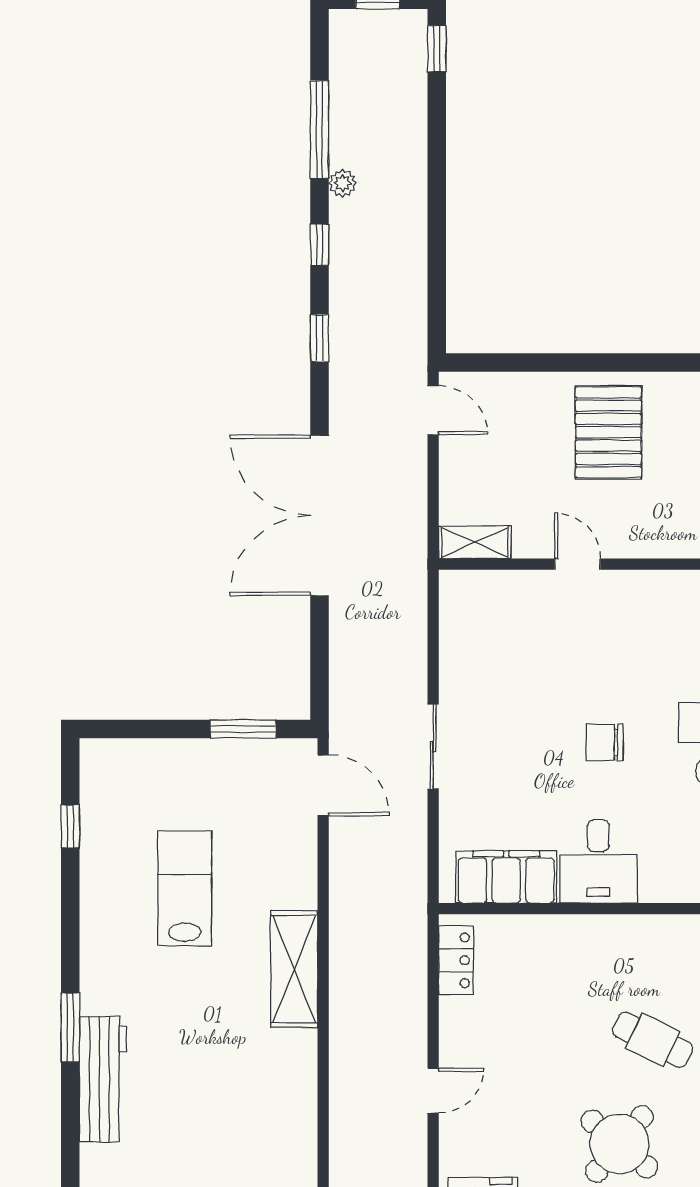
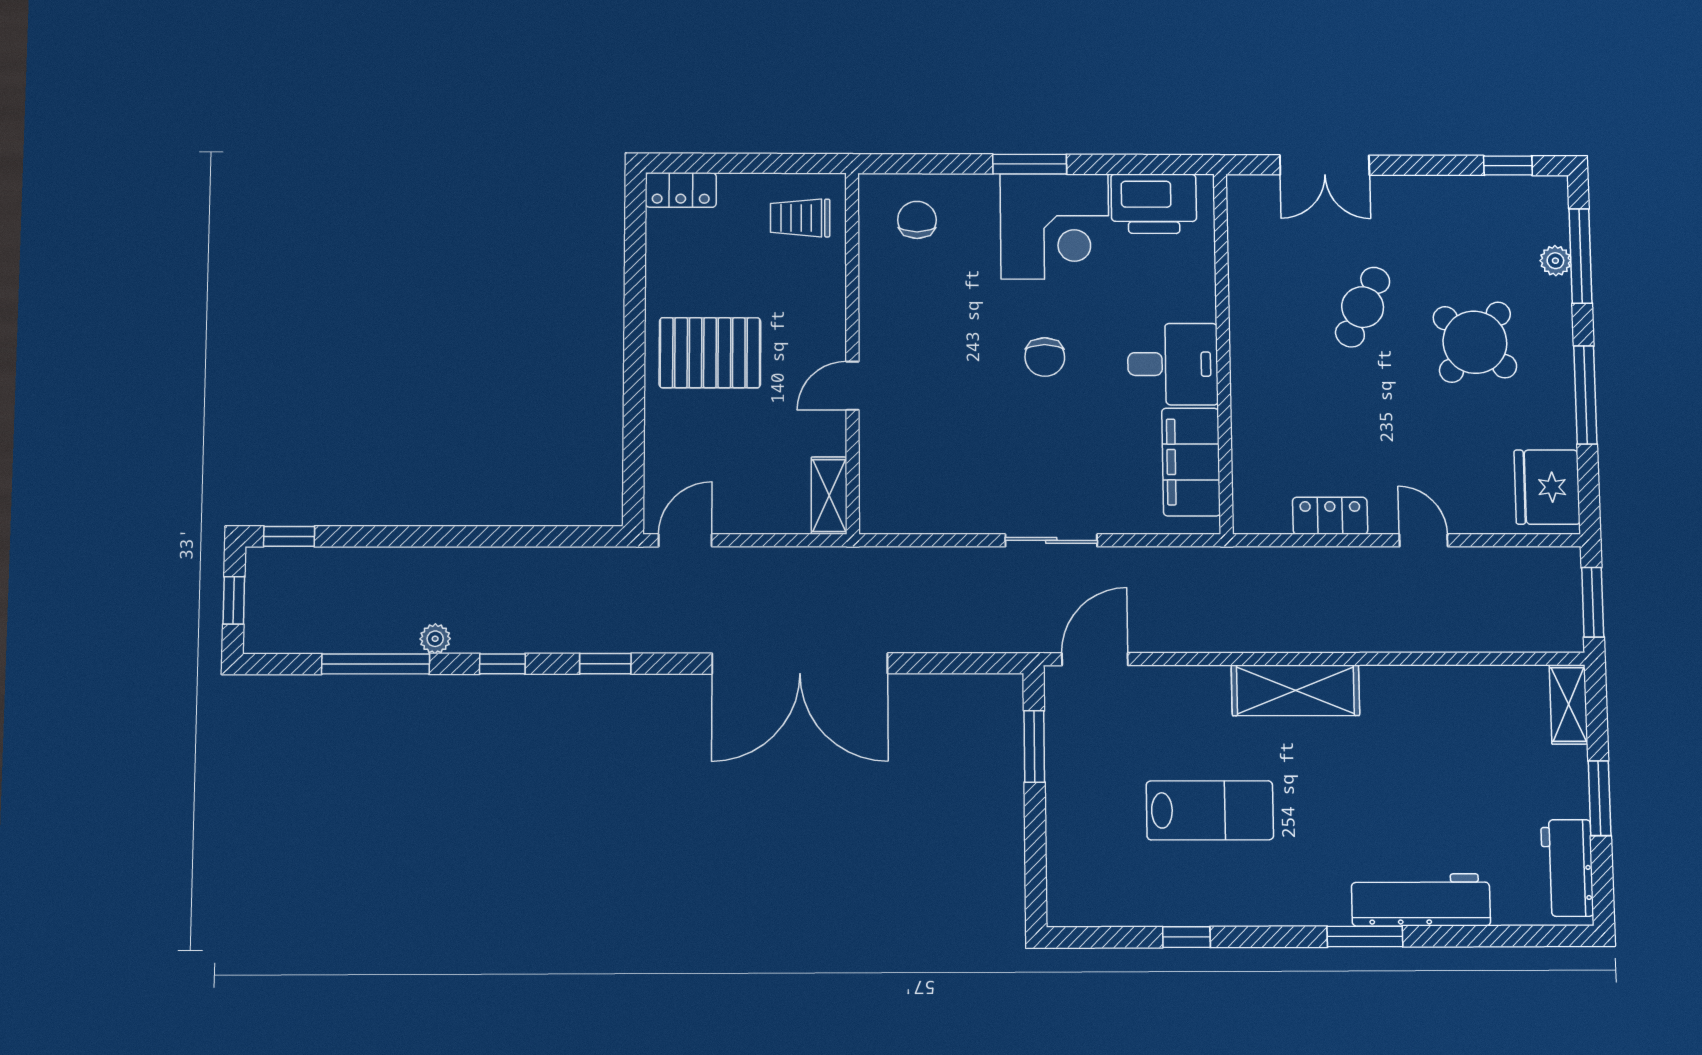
window: (70, 826) -> (1186, 937), moved
lab bench: (185, 888) -> (1210, 810), turned 180
locker: (456, 960) -> (1330, 516), moved

